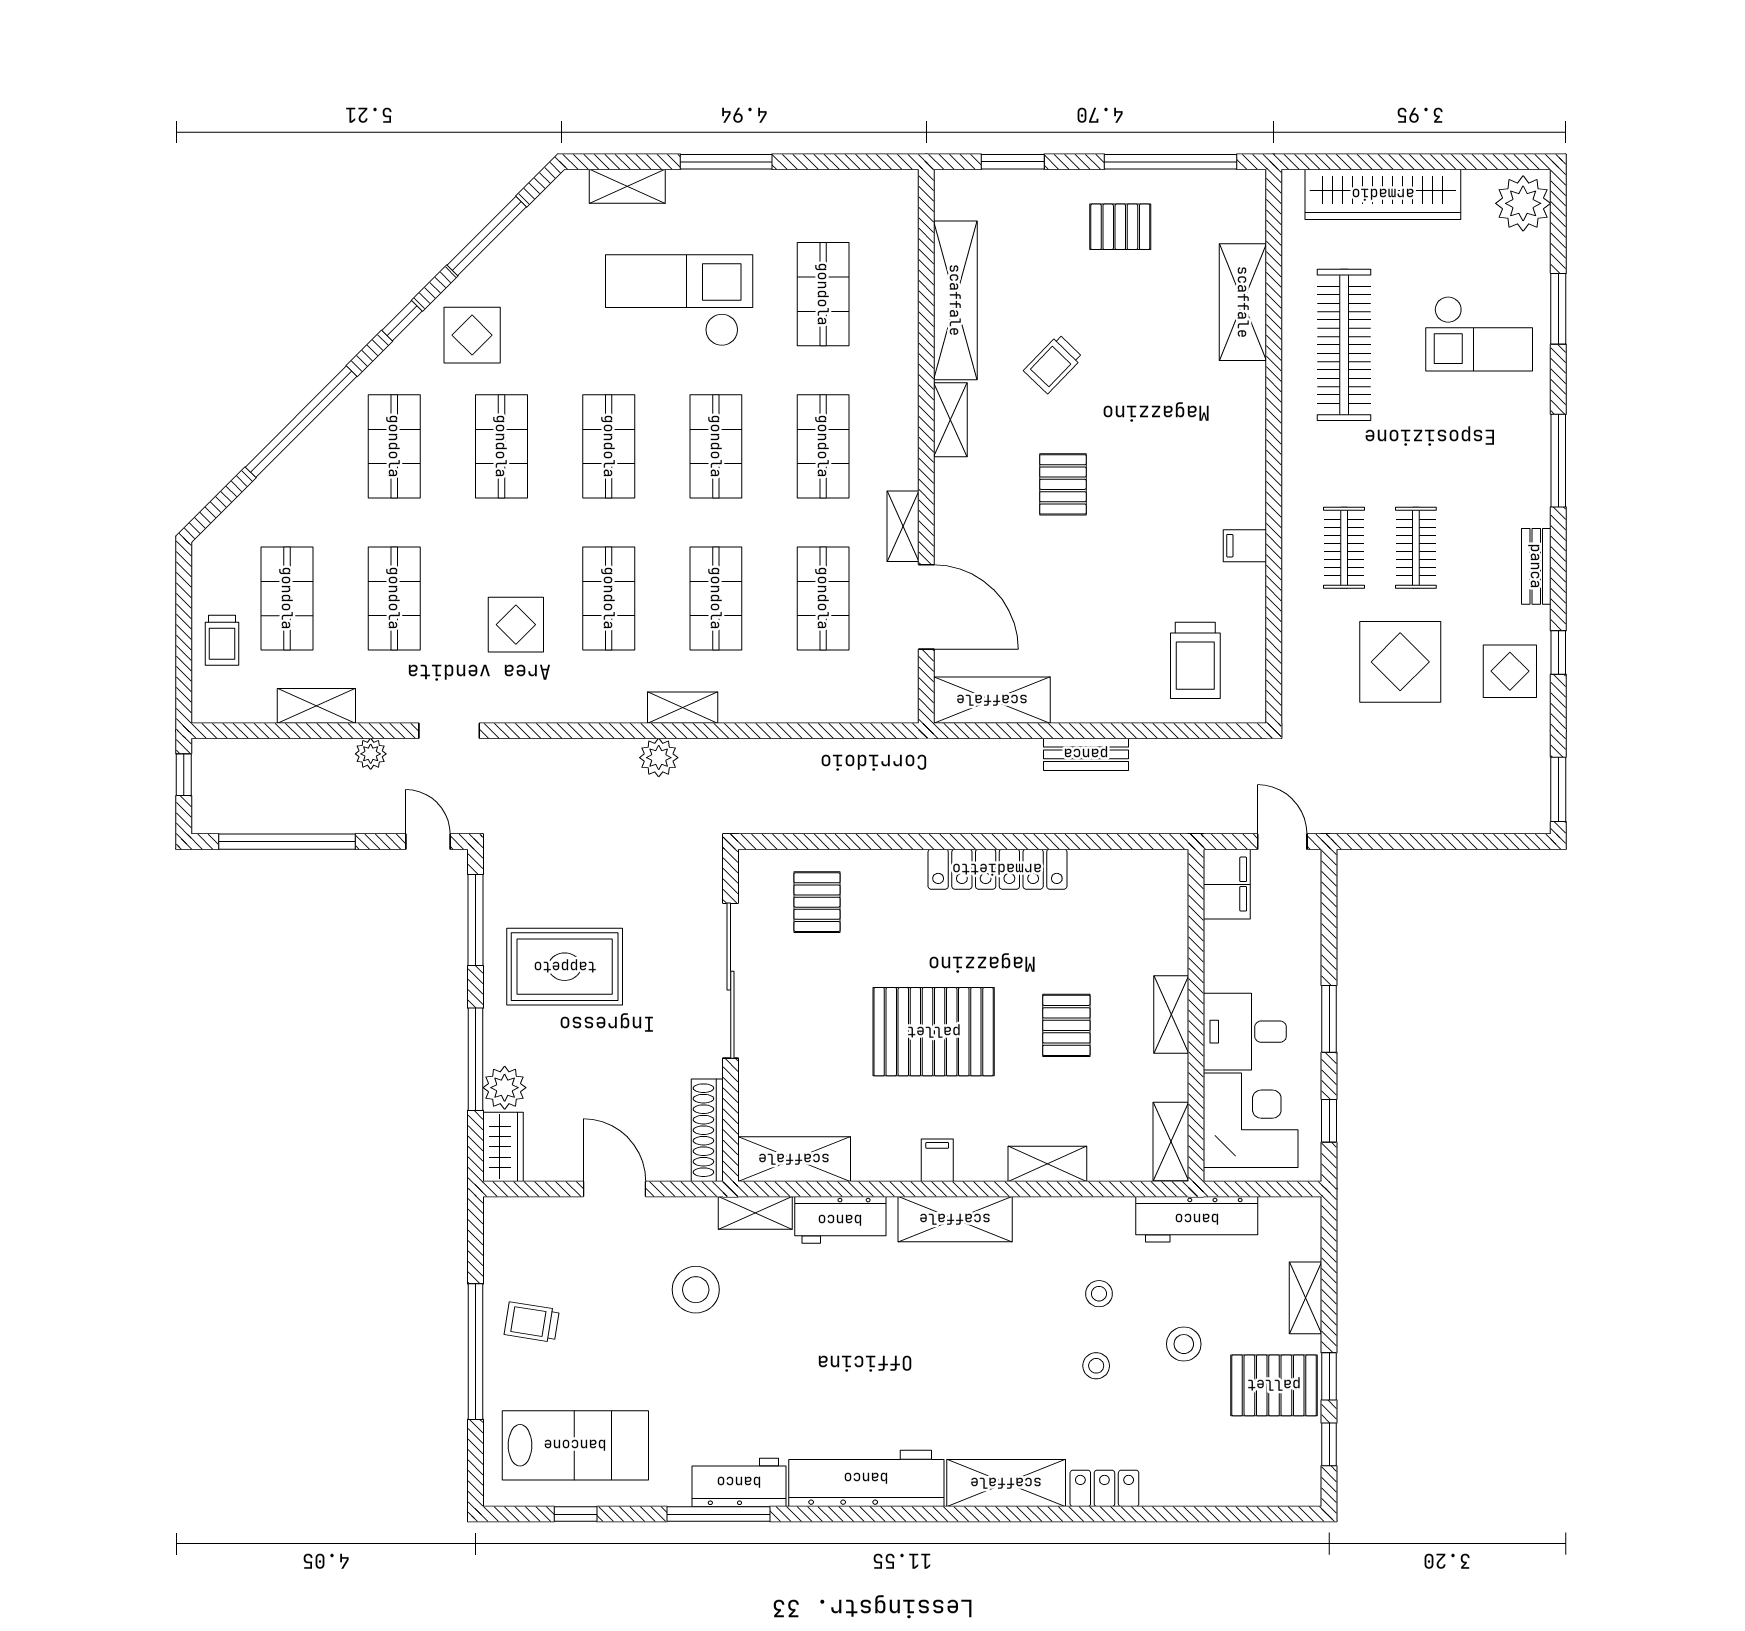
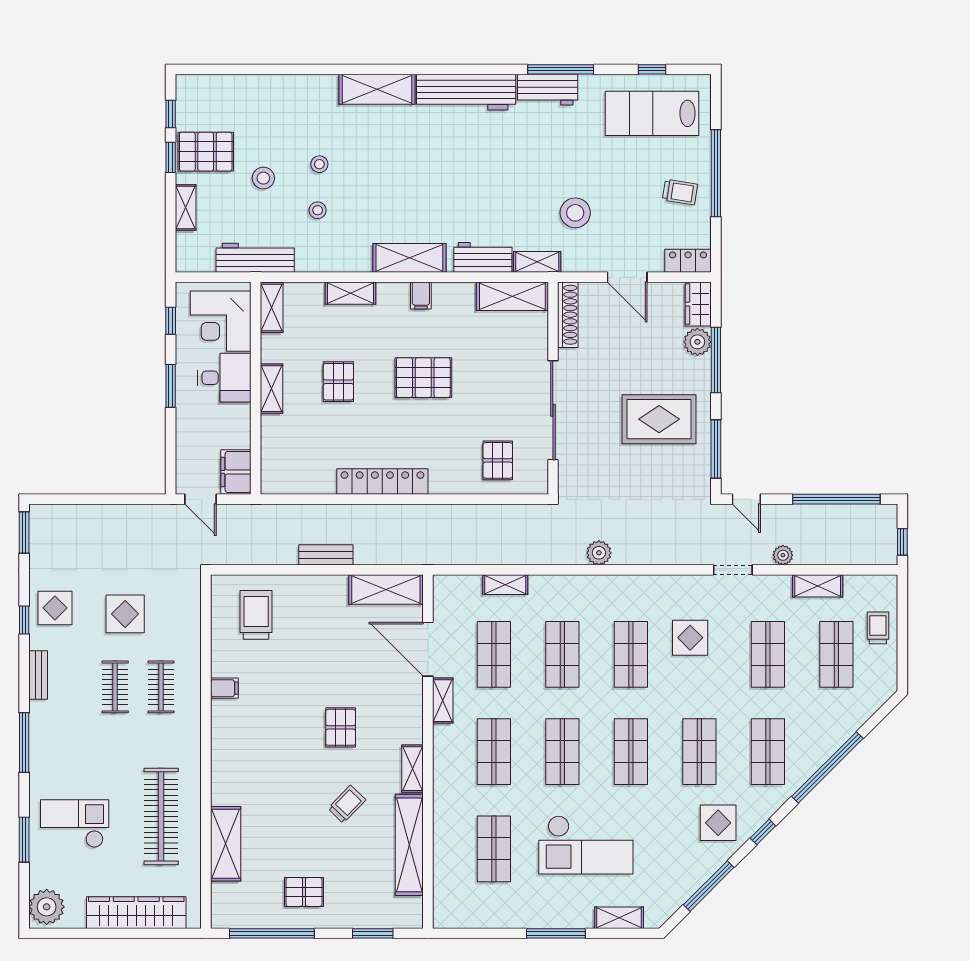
display table: (1400, 662) -> (125, 614), width x0.73, depth x0.73
shelving: (683, 708) -> (505, 585), moved
pallet: (934, 1032) -> (423, 378), width x0.73, depth x0.71
locker: (1104, 1488) -> (688, 261), moved, turned 180

